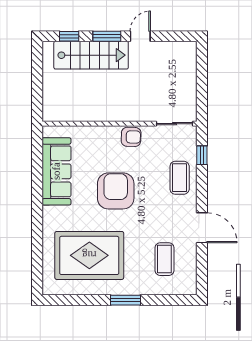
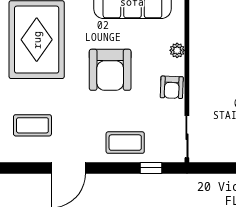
plant: (99, 132) -> (177, 50), added
armchair: (116, 191) -> (110, 70), turned 90

